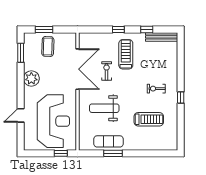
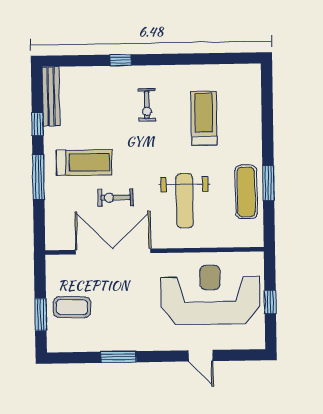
window: (118, 30) -> (38, 177), width x2.17
window: (21, 53) -> (118, 357), moved
treadmill: (126, 54) -> (84, 162), turned 180
plant: (31, 78) -> (132, 337), removed
window: (181, 98) -> (121, 60), moved
window: (61, 153) -> (270, 302), moved

